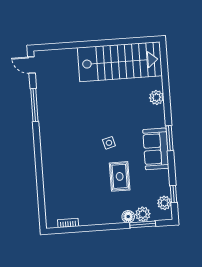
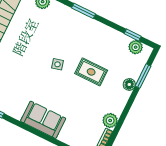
sofa: (156, 149) -> (43, 120), moved, turned 180
plant: (143, 214) -> (110, 120), moved

